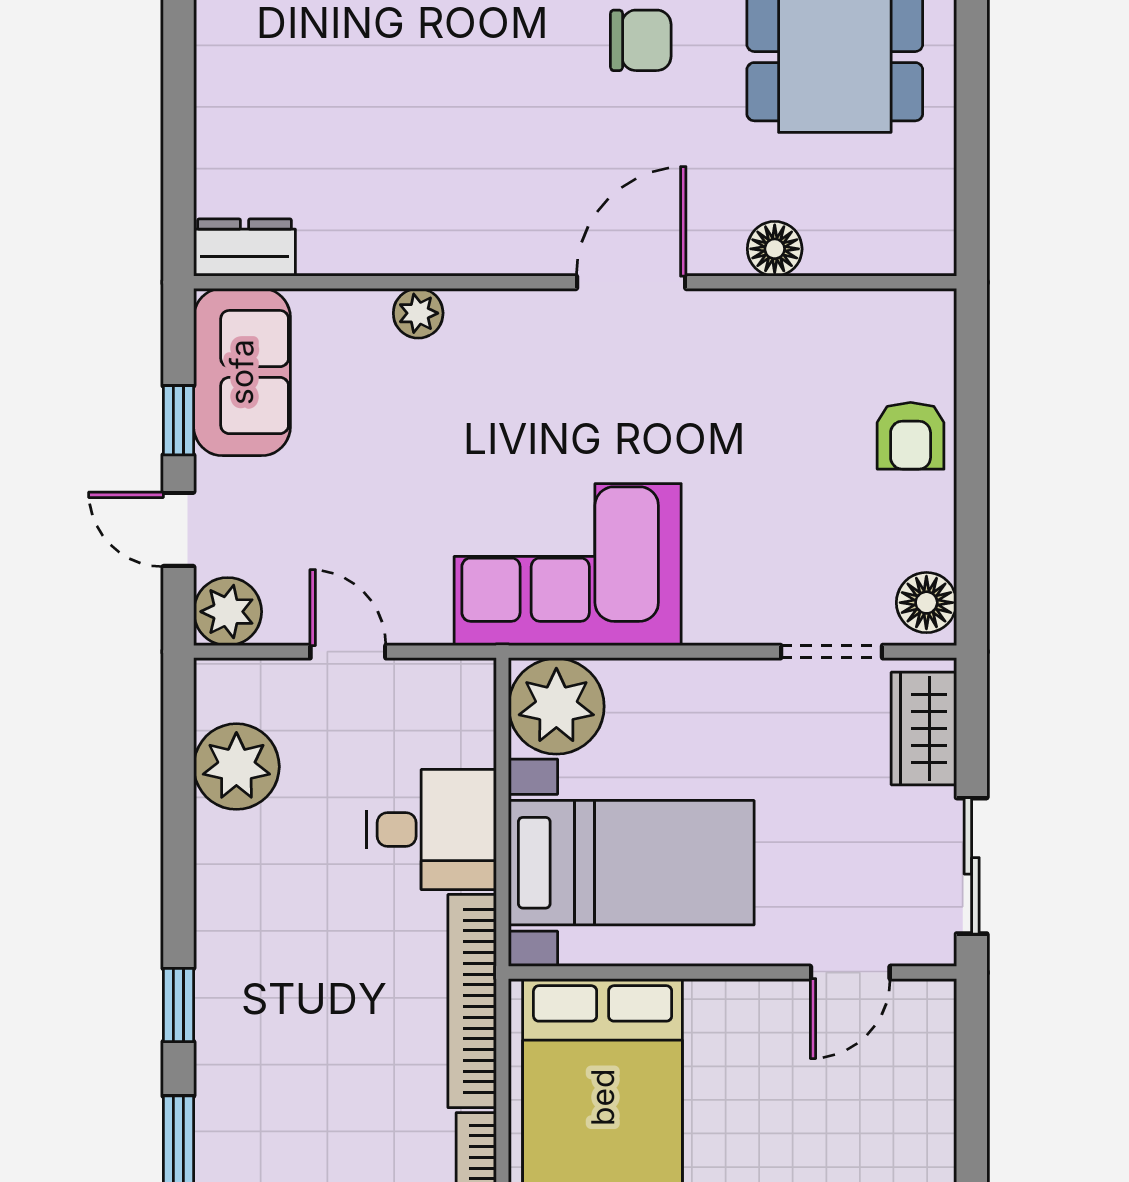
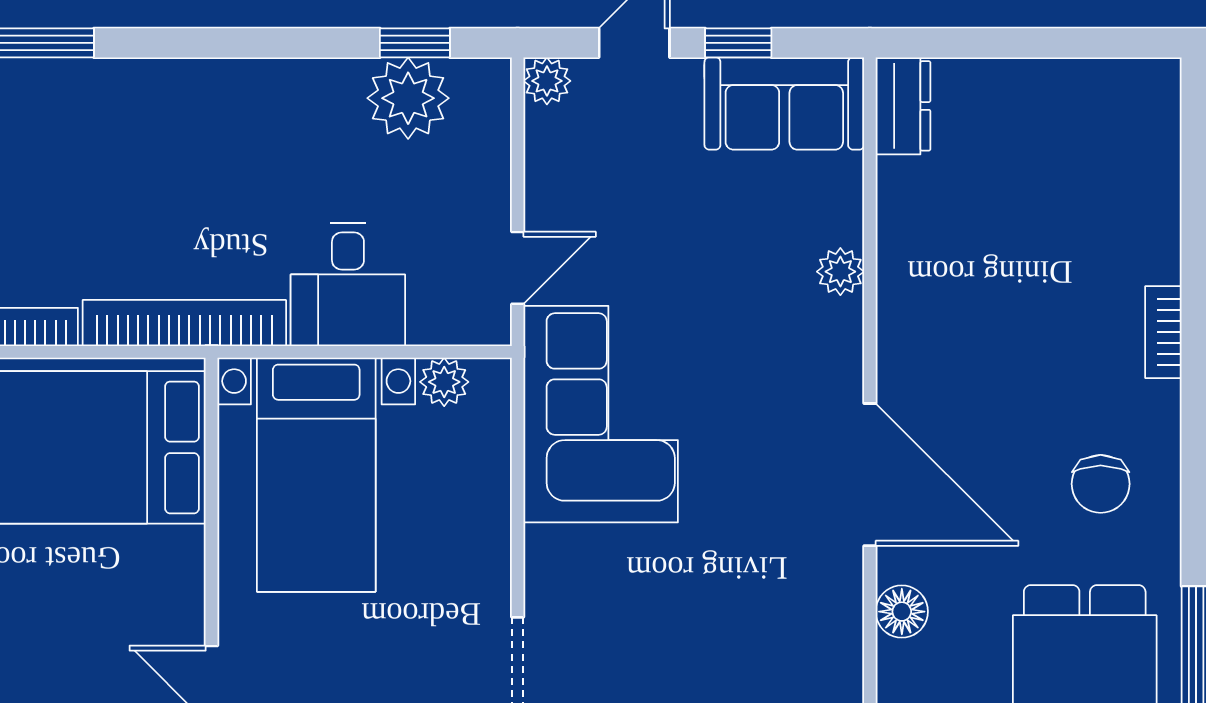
door: (631, 282) -> (870, 475), width x1.36
plant: (228, 612) -> (547, 81), width x0.73, depth x0.73
door: (348, 652) -> (518, 268), moved
plant: (556, 706) -> (444, 382), width x0.53, depth x0.53
window: (178, 1005) -> (415, 43), moved

